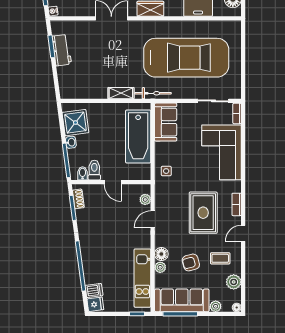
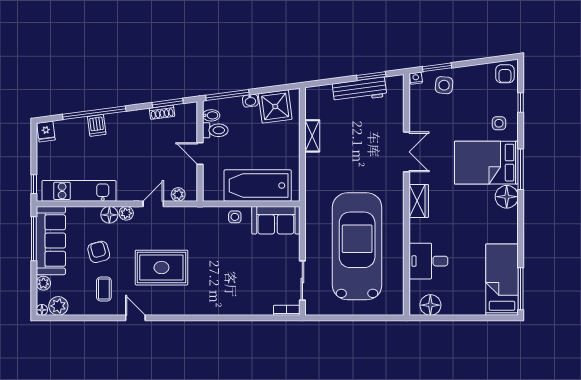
workbench: (62, 50) -> (359, 90), width x1.38
car: (186, 58) -> (357, 246), turned 180
shelving: (121, 93) -> (312, 136), moved
bicycle: (153, 93) -> (312, 204), removed
corner sofa: (222, 152) -> (238, 291), removed
side table: (166, 171) -> (235, 217), moved
door: (113, 182) -> (200, 153), hinge flipped
shoe rack: (78, 199) -> (162, 112), moved
bookcase: (237, 204) -> (172, 310), removed
door: (153, 219) -> (153, 204), hinge flipped
plant: (160, 267) -> (126, 213), moved
plant: (234, 282) -> (58, 306), moved
dishwasher: (94, 290) -> (97, 125), moved

